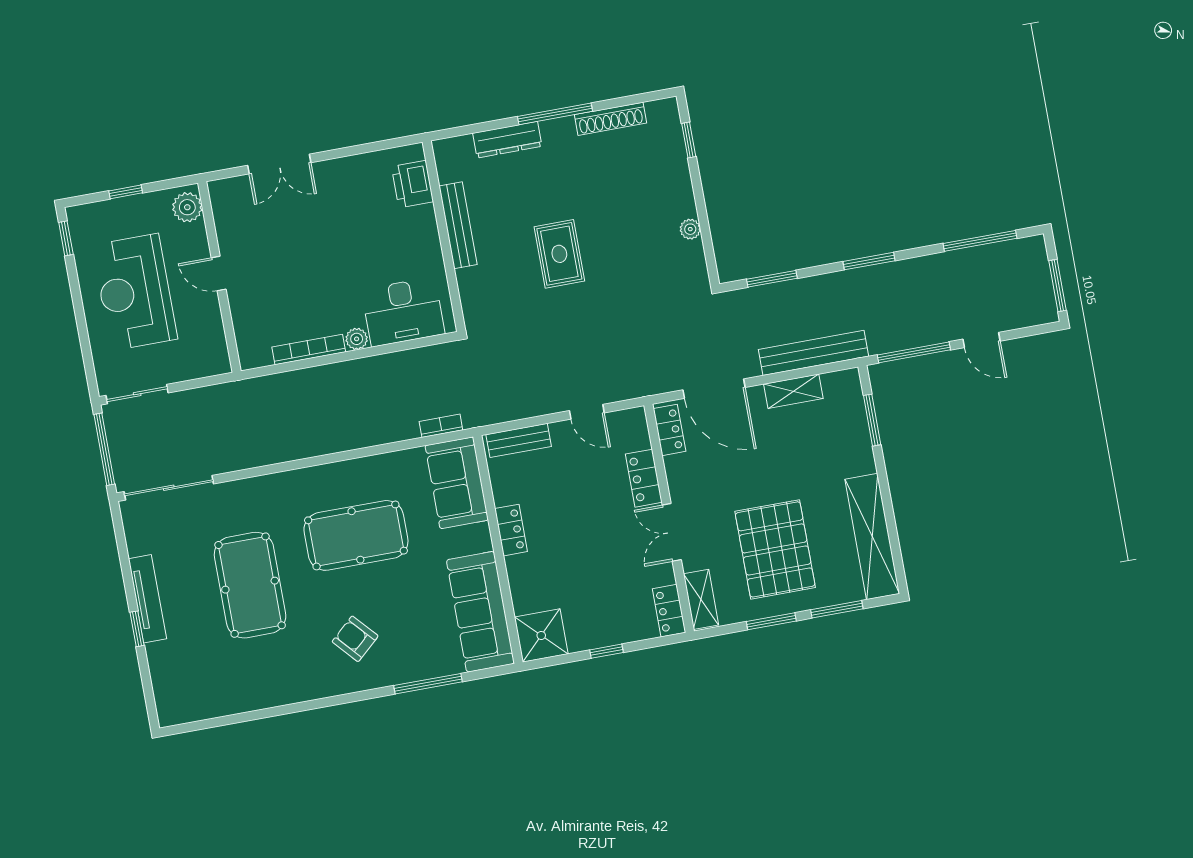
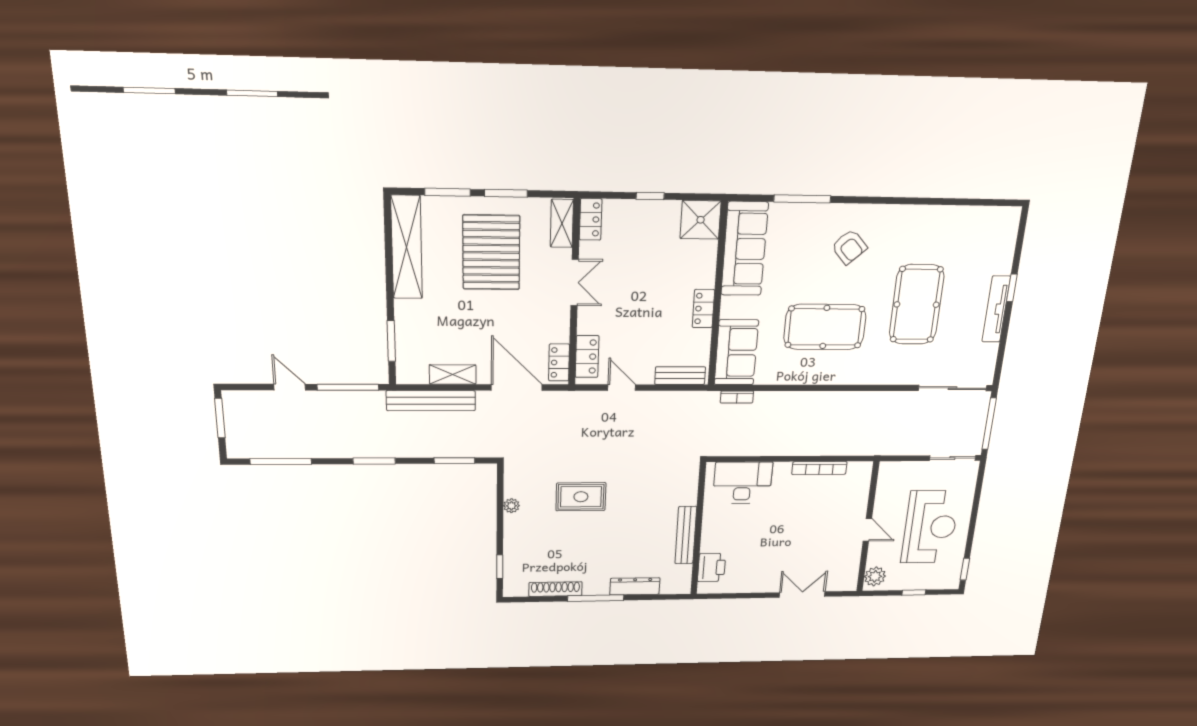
rug: (559, 254) -> (581, 497), moved, turned 90
plant: (357, 339) -> (782, 470), removed
locker: (644, 478) -> (587, 357), moved

